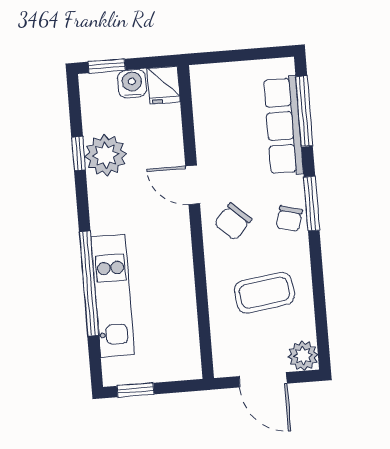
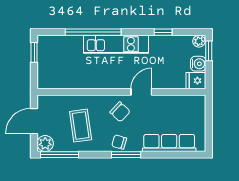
window: (304, 111) -> (59, 155), moved
plant: (106, 155) -> (199, 41), moved, width x0.53, depth x0.53
chair: (233, 222) -> (120, 112), turned 180
kitchen unit: (113, 296) -> (116, 44), moved

